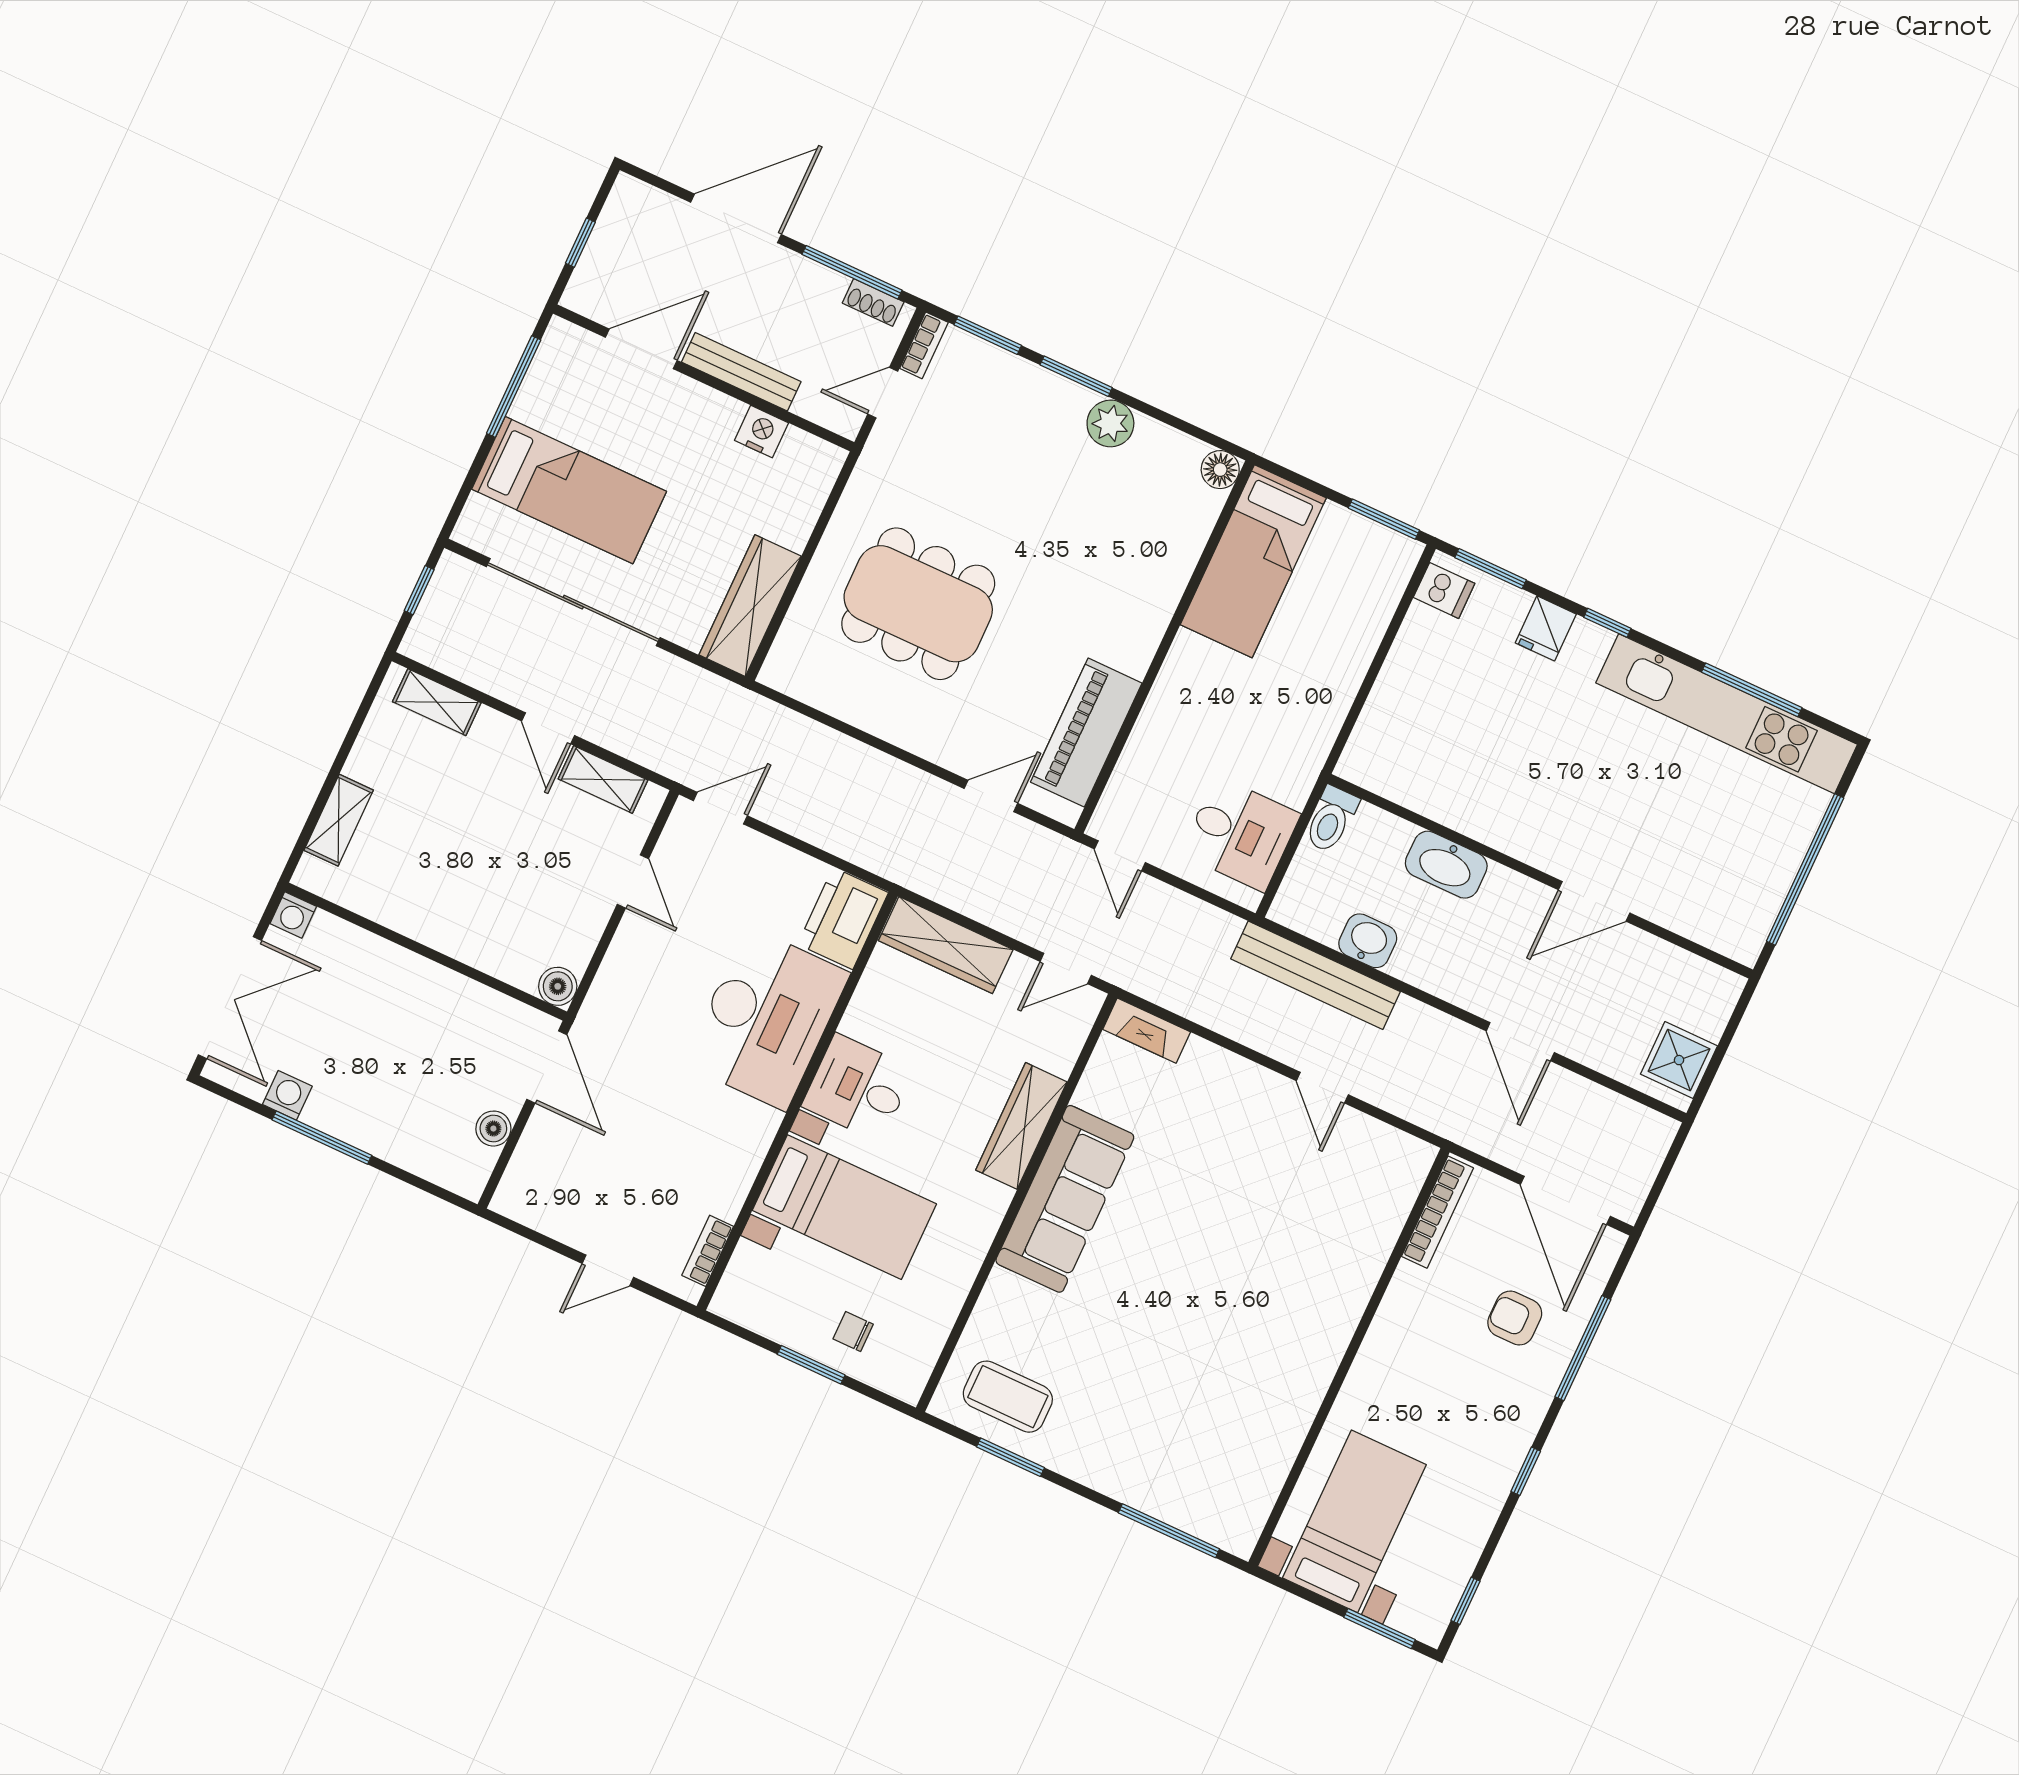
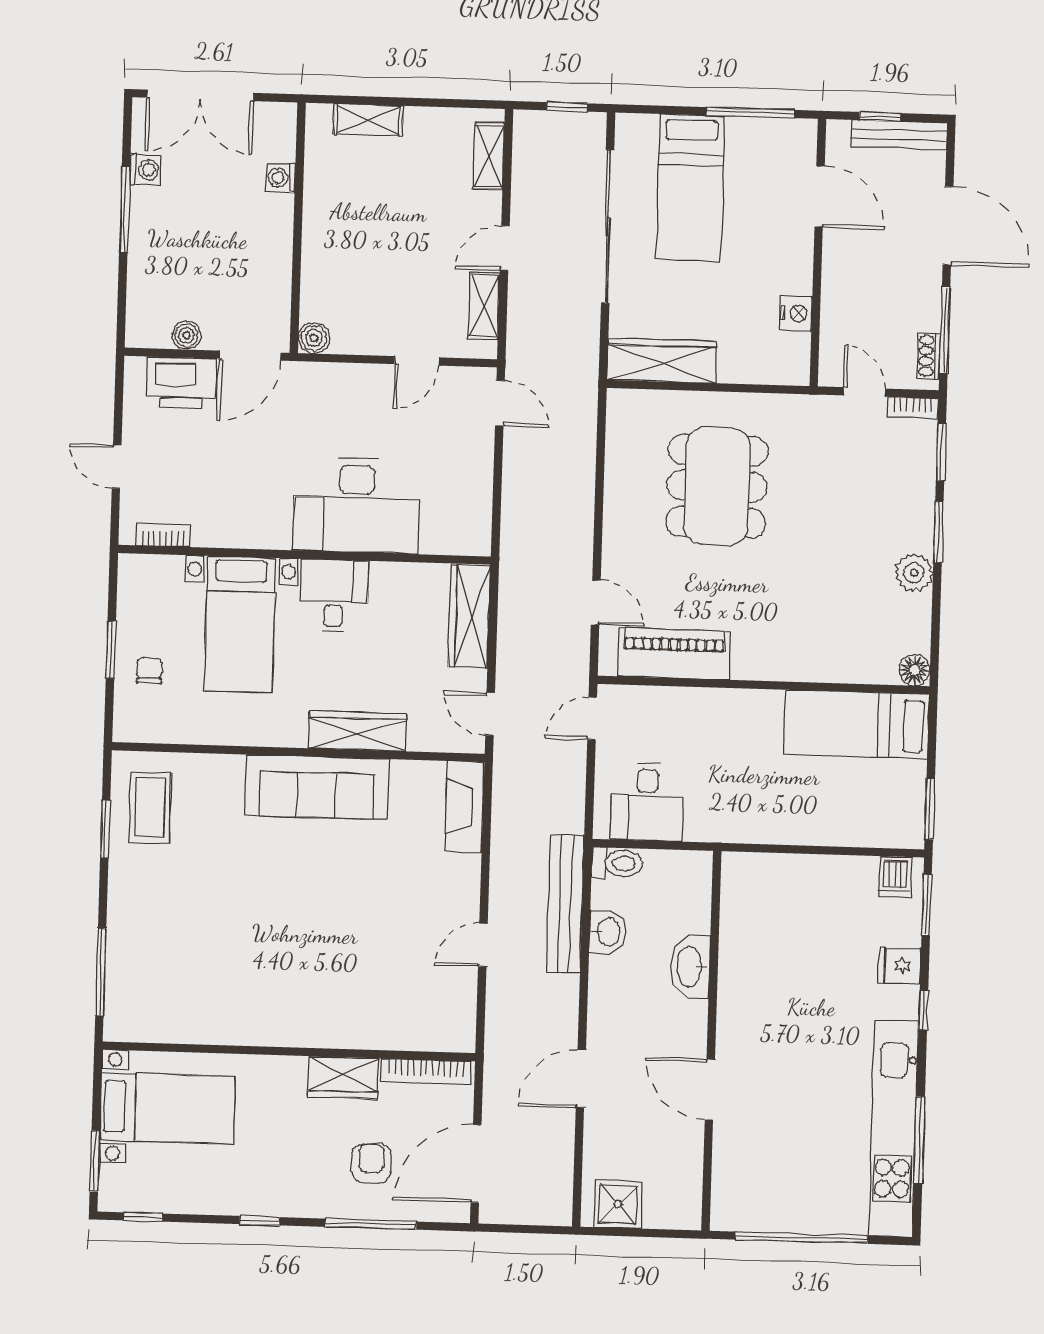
bench: (741, 372) -> (899, 135), moved, turned 90
toilet: (1331, 819) -> (617, 863), moved, turned 180
washing machine: (293, 915) -> (281, 178), moved
printer: (843, 918) -> (181, 383), moved, turned 180
fireplace: (1147, 1031) -> (464, 807), width x1.37, depth x1.32
wardrobe: (1404, 1309) -> (343, 1077), added

